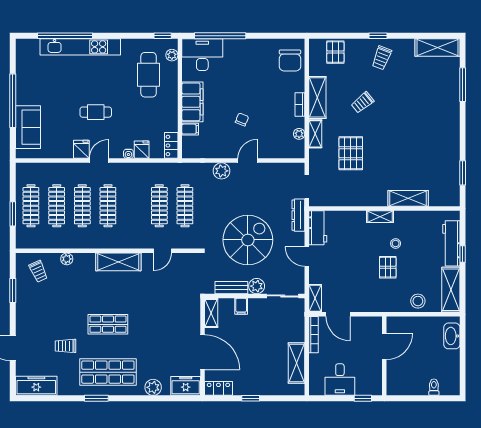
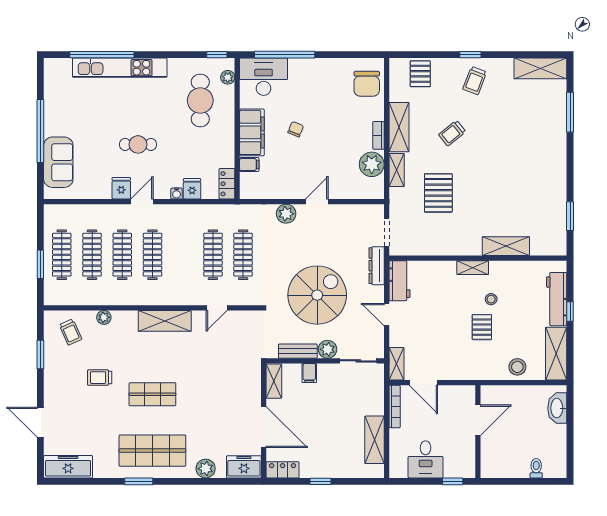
chair: (242, 119) -> (296, 129), moved
plant: (299, 134) -> (372, 164), width x1.87, depth x1.87
trolley: (66, 346) -> (100, 378), moved

